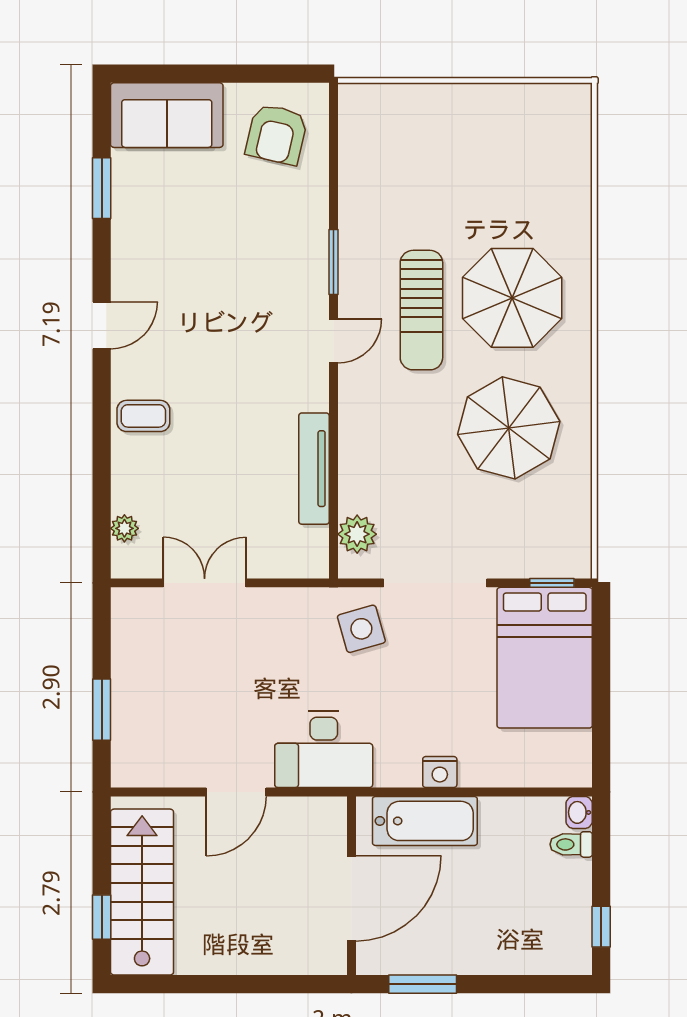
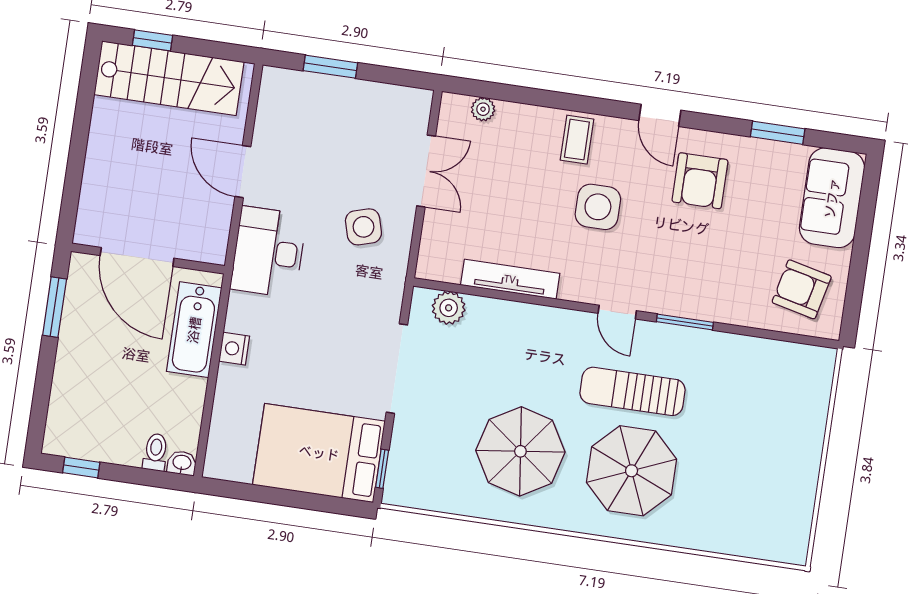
armchair: (170, 269) -> (700, 181), added
side table: (217, 381) -> (598, 207), added
side table: (361, 629) -> (363, 227), moved

